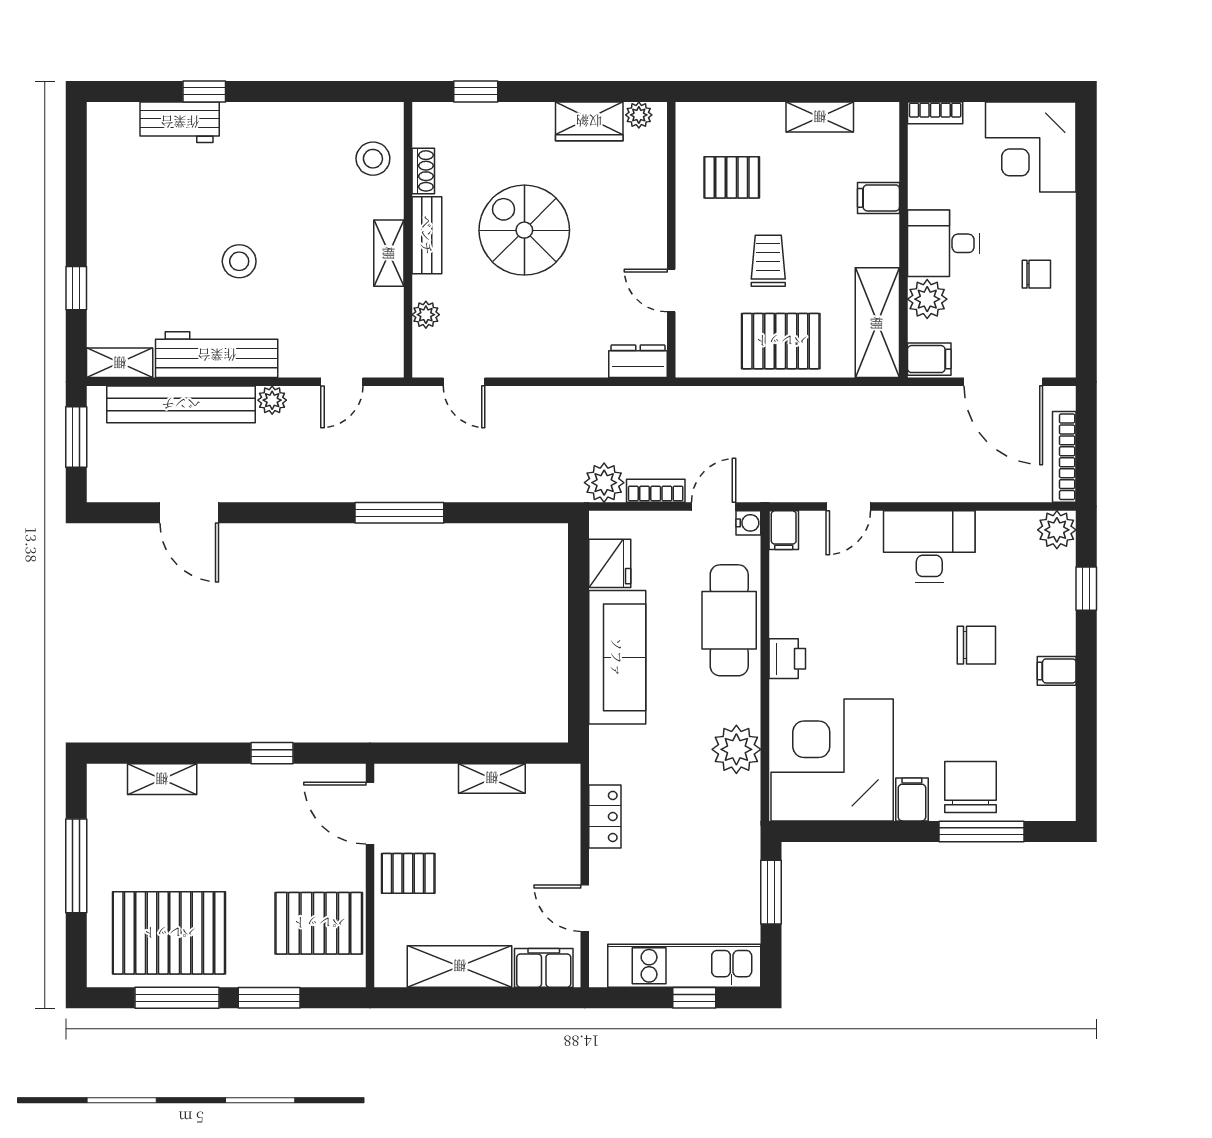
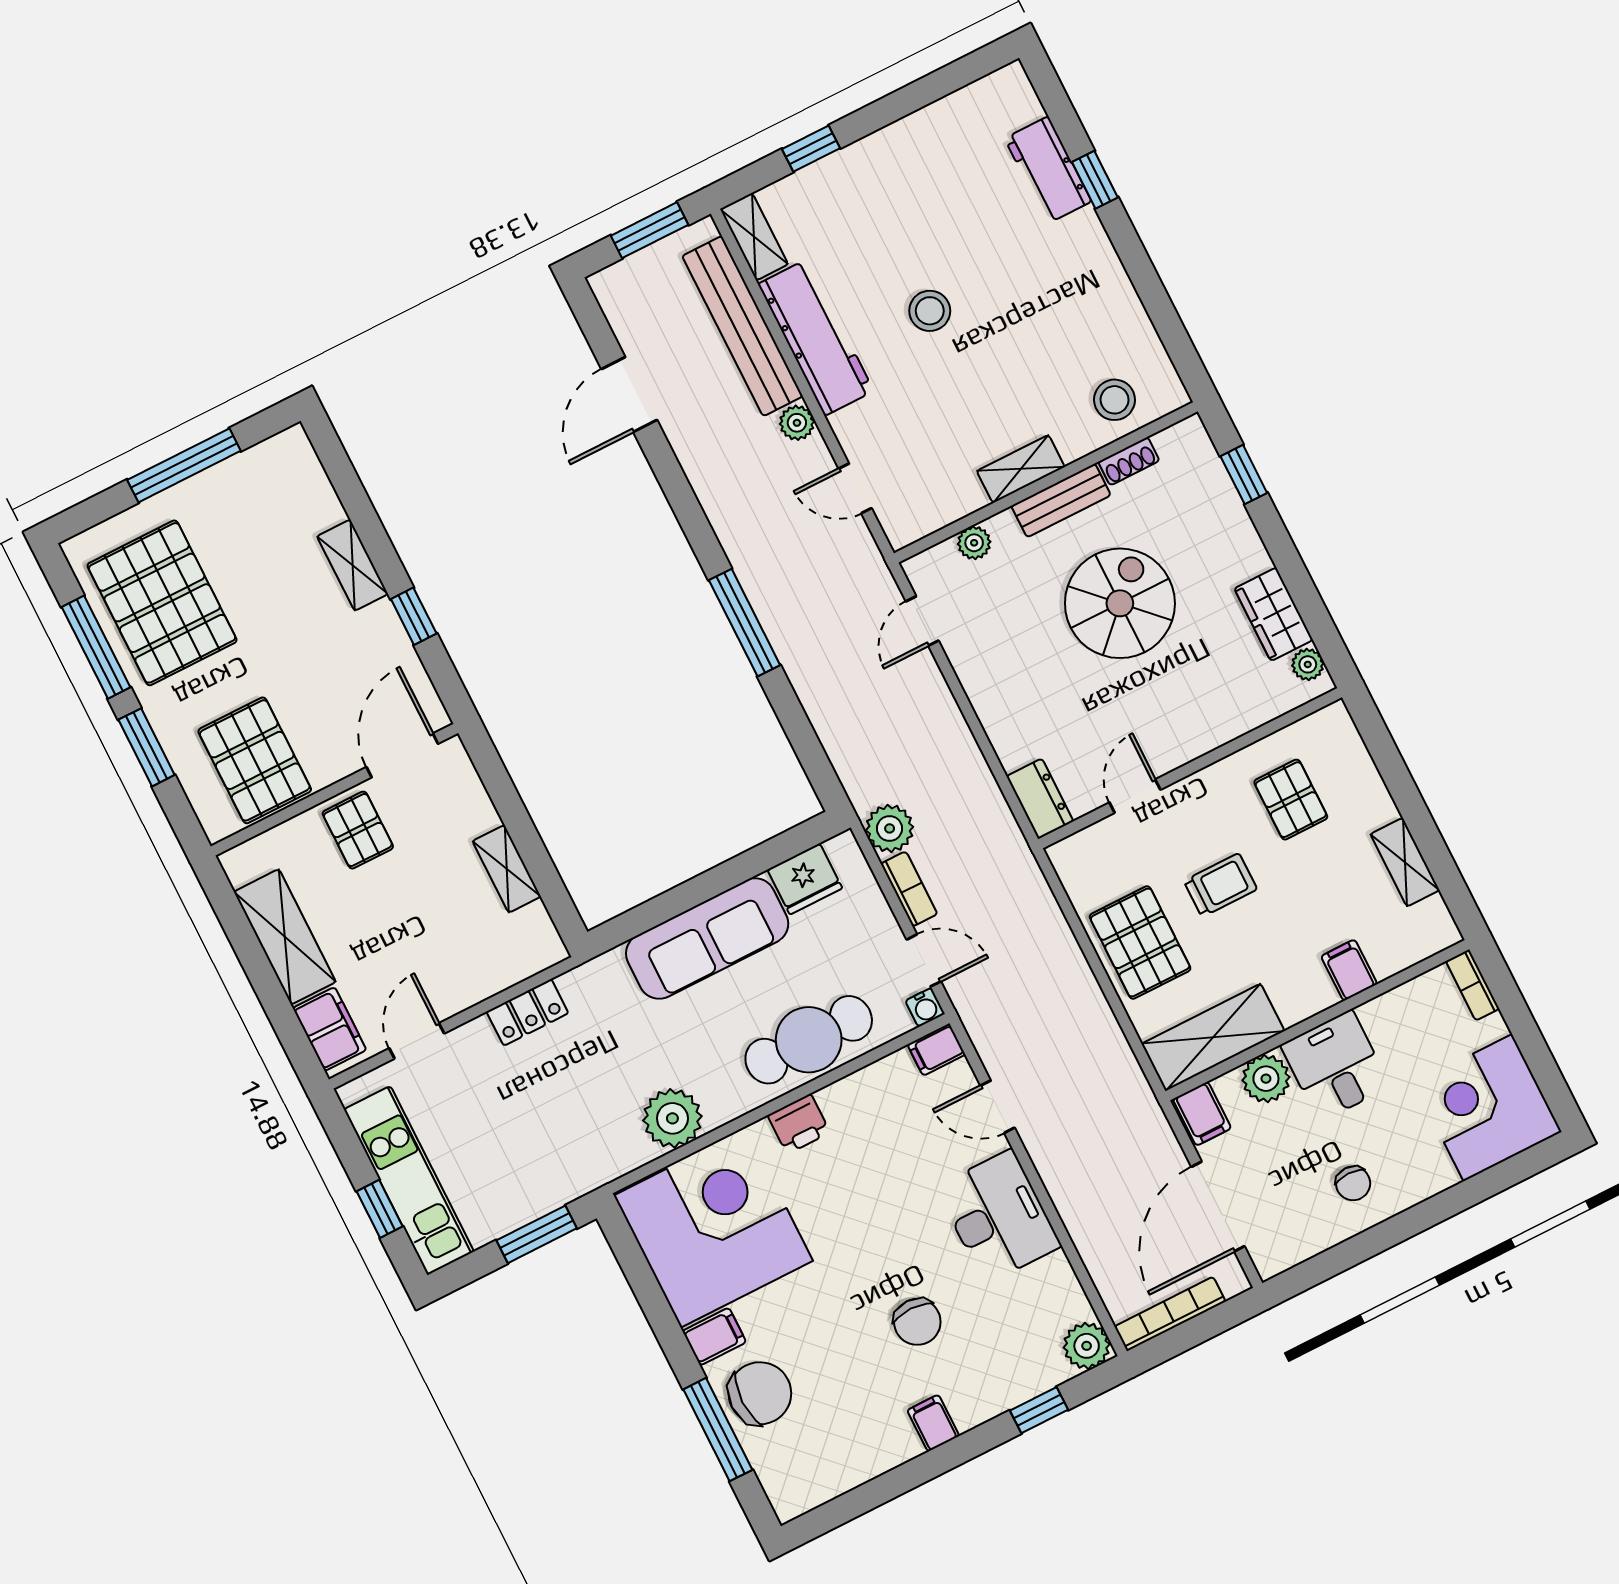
shelving: (162, 779) -> (352, 565), moved

